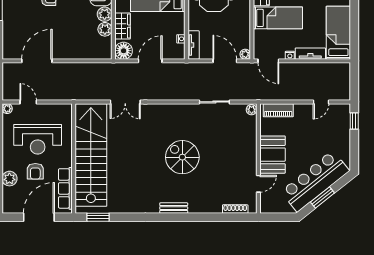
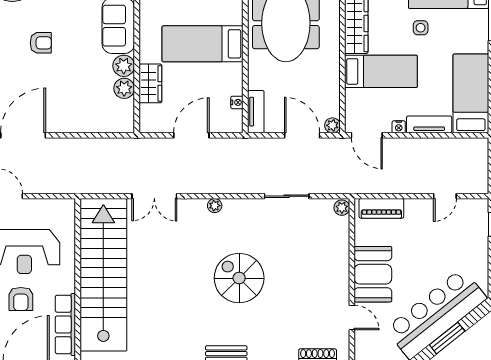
floor lamp: (124, 51) -> (152, 120), removed
plant: (166, 108) -> (215, 206), added
door: (258, 184) -> (352, 318), hinge flipped

